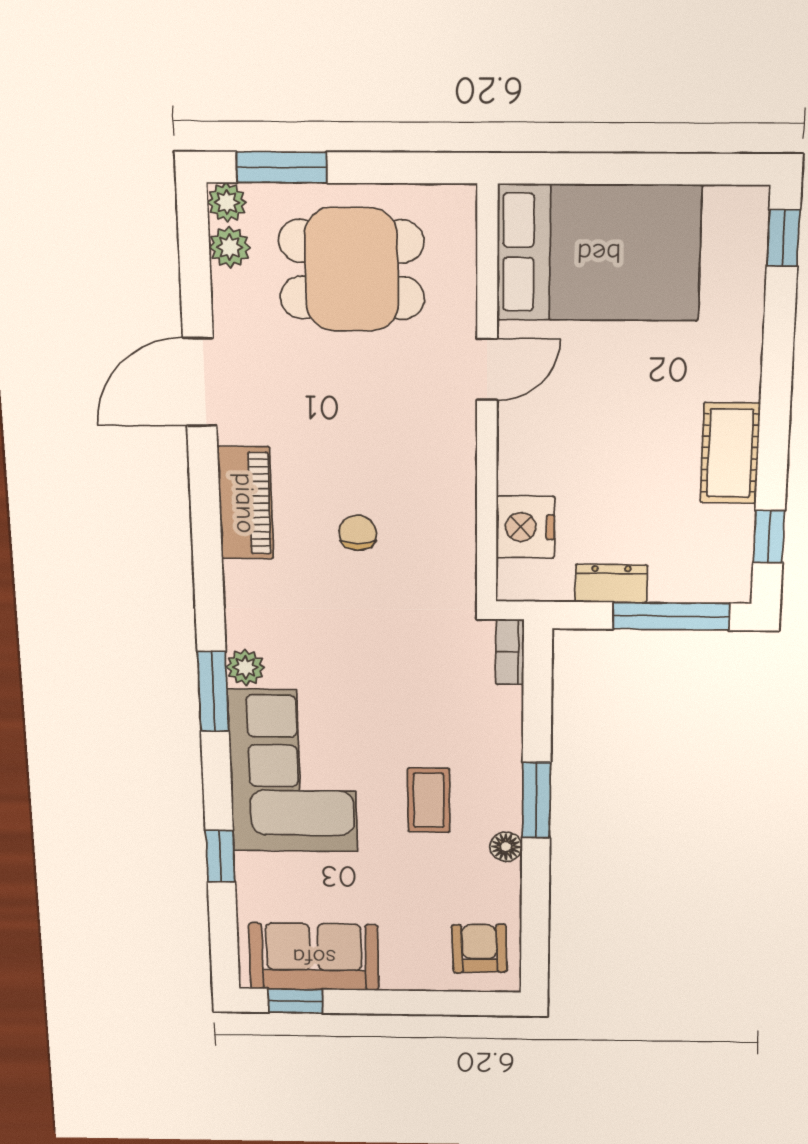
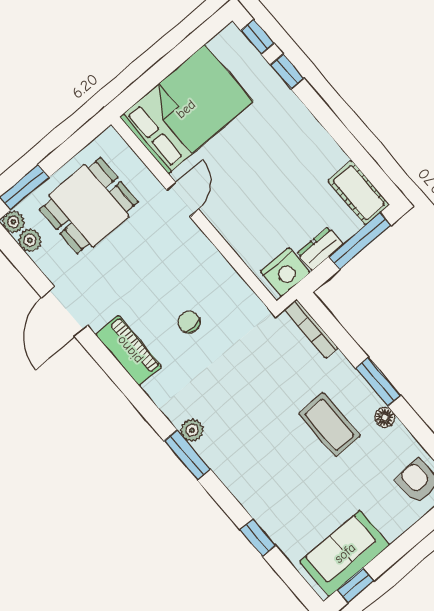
cot: (730, 453) -> (359, 193), moved
nightstand: (525, 527) -> (285, 272), moved, turned -90
window: (769, 537) -> (287, 72), moved
bookcase: (510, 652) -> (311, 329), width x1.56
corner sofa: (293, 771) -> (255, 464), removed
coffee table: (429, 800) -> (329, 425), width x1.36, depth x1.30

